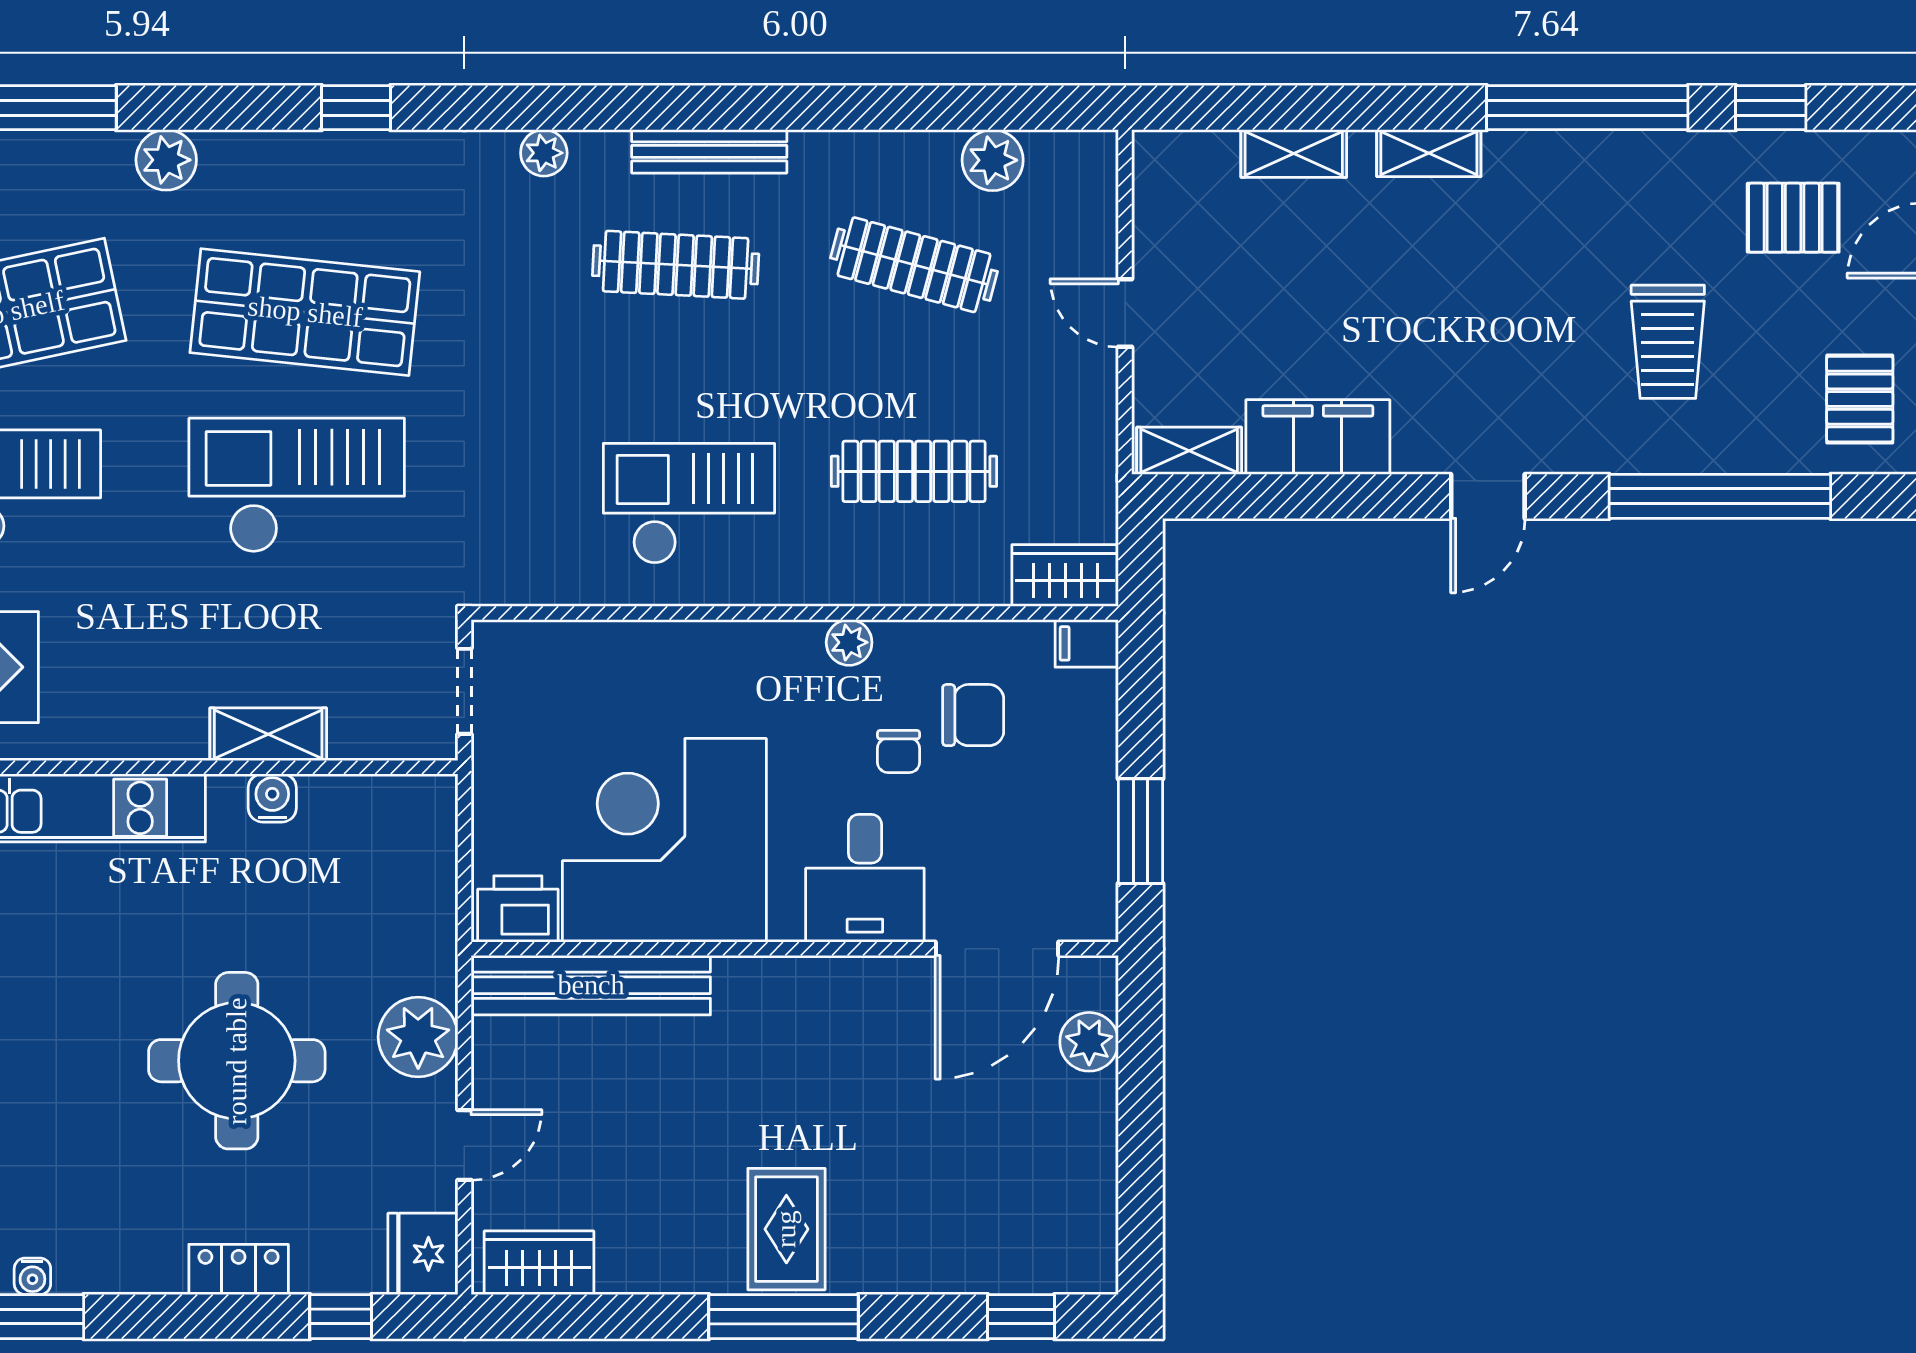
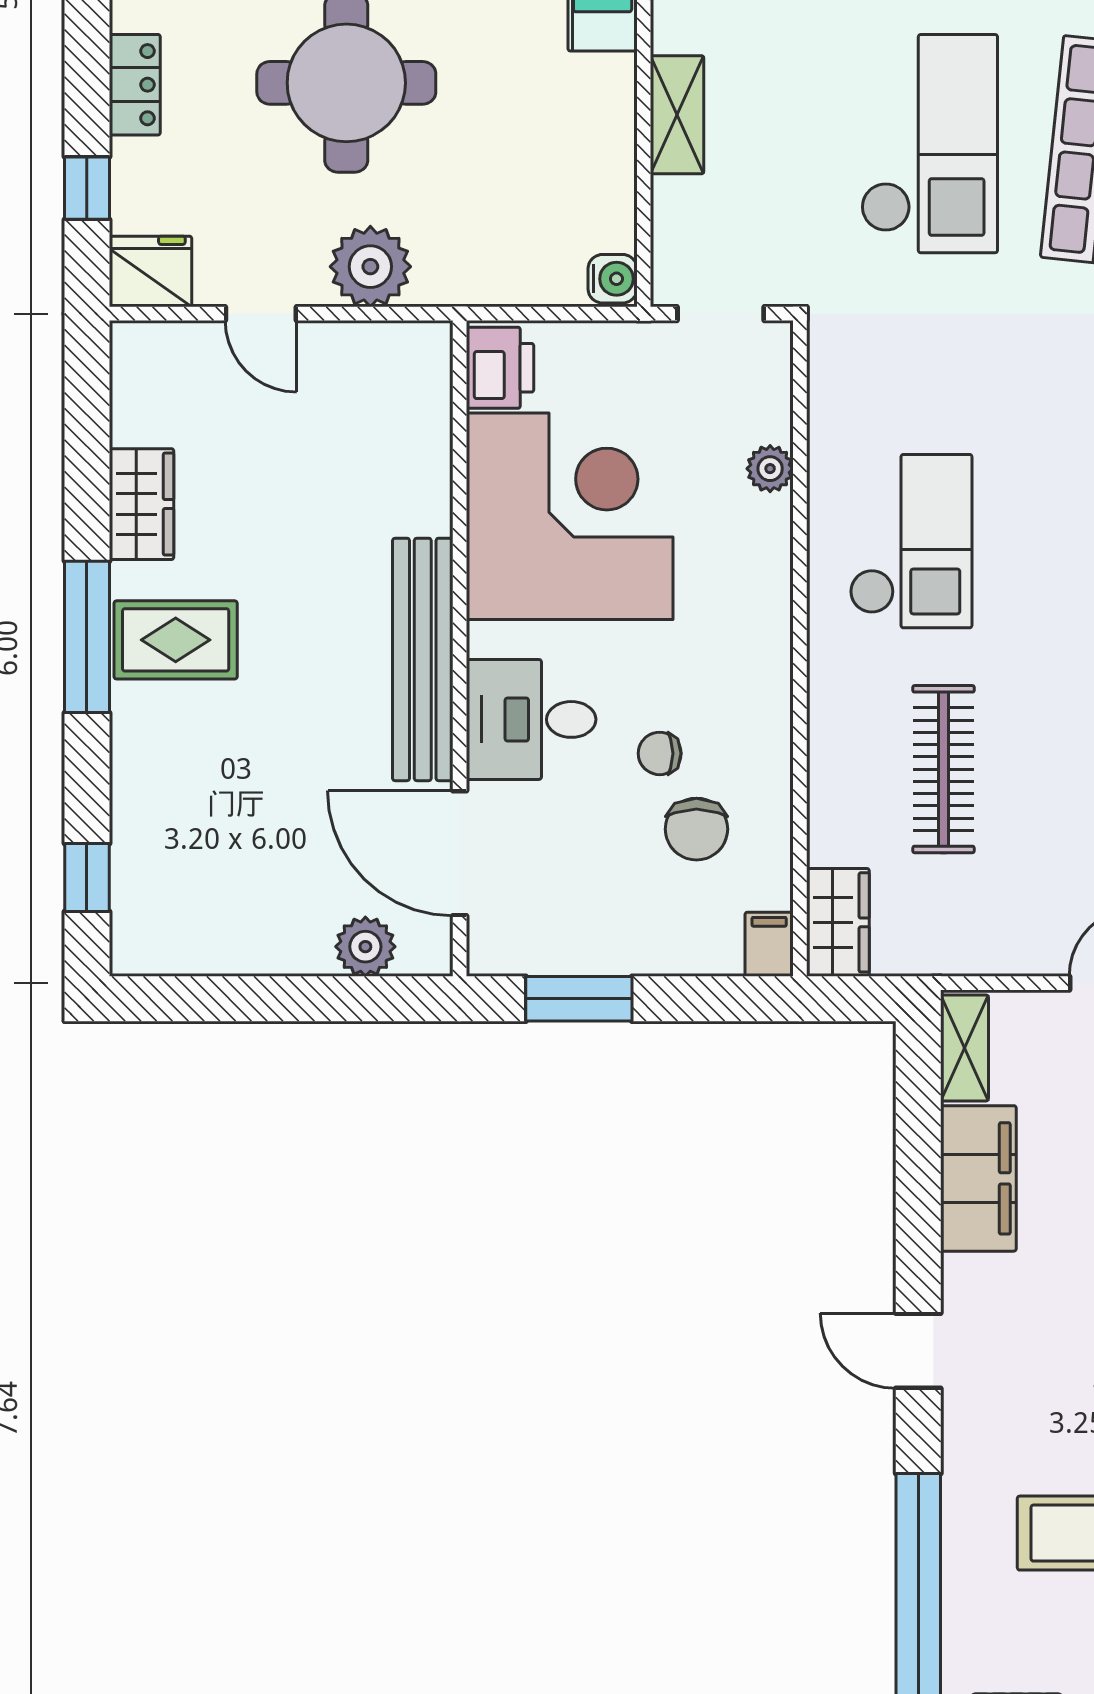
plant: (849, 642) -> (770, 469), moved
water cooler: (272, 798) -> (613, 279), moved
bench: (591, 985) -> (423, 659), moved
wardrobe: (539, 1263) -> (142, 504), moved

